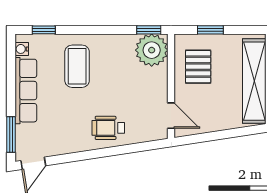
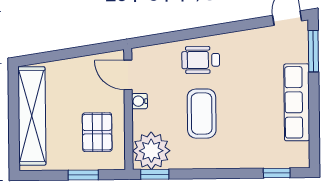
water cooler: (22, 49) -> (140, 101), moved, turned 180
coffee table: (77, 66) -> (202, 114), moved
wheelchair: (108, 128) -> (201, 60), turned 180

